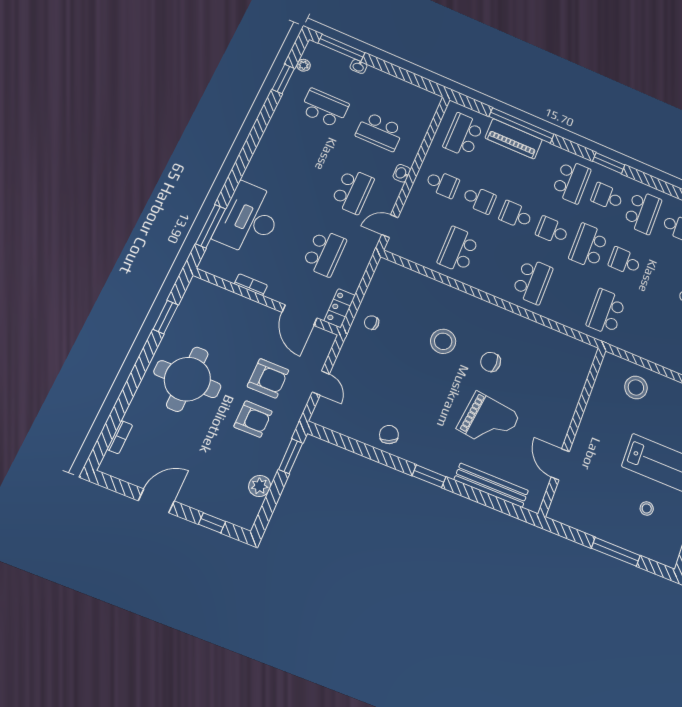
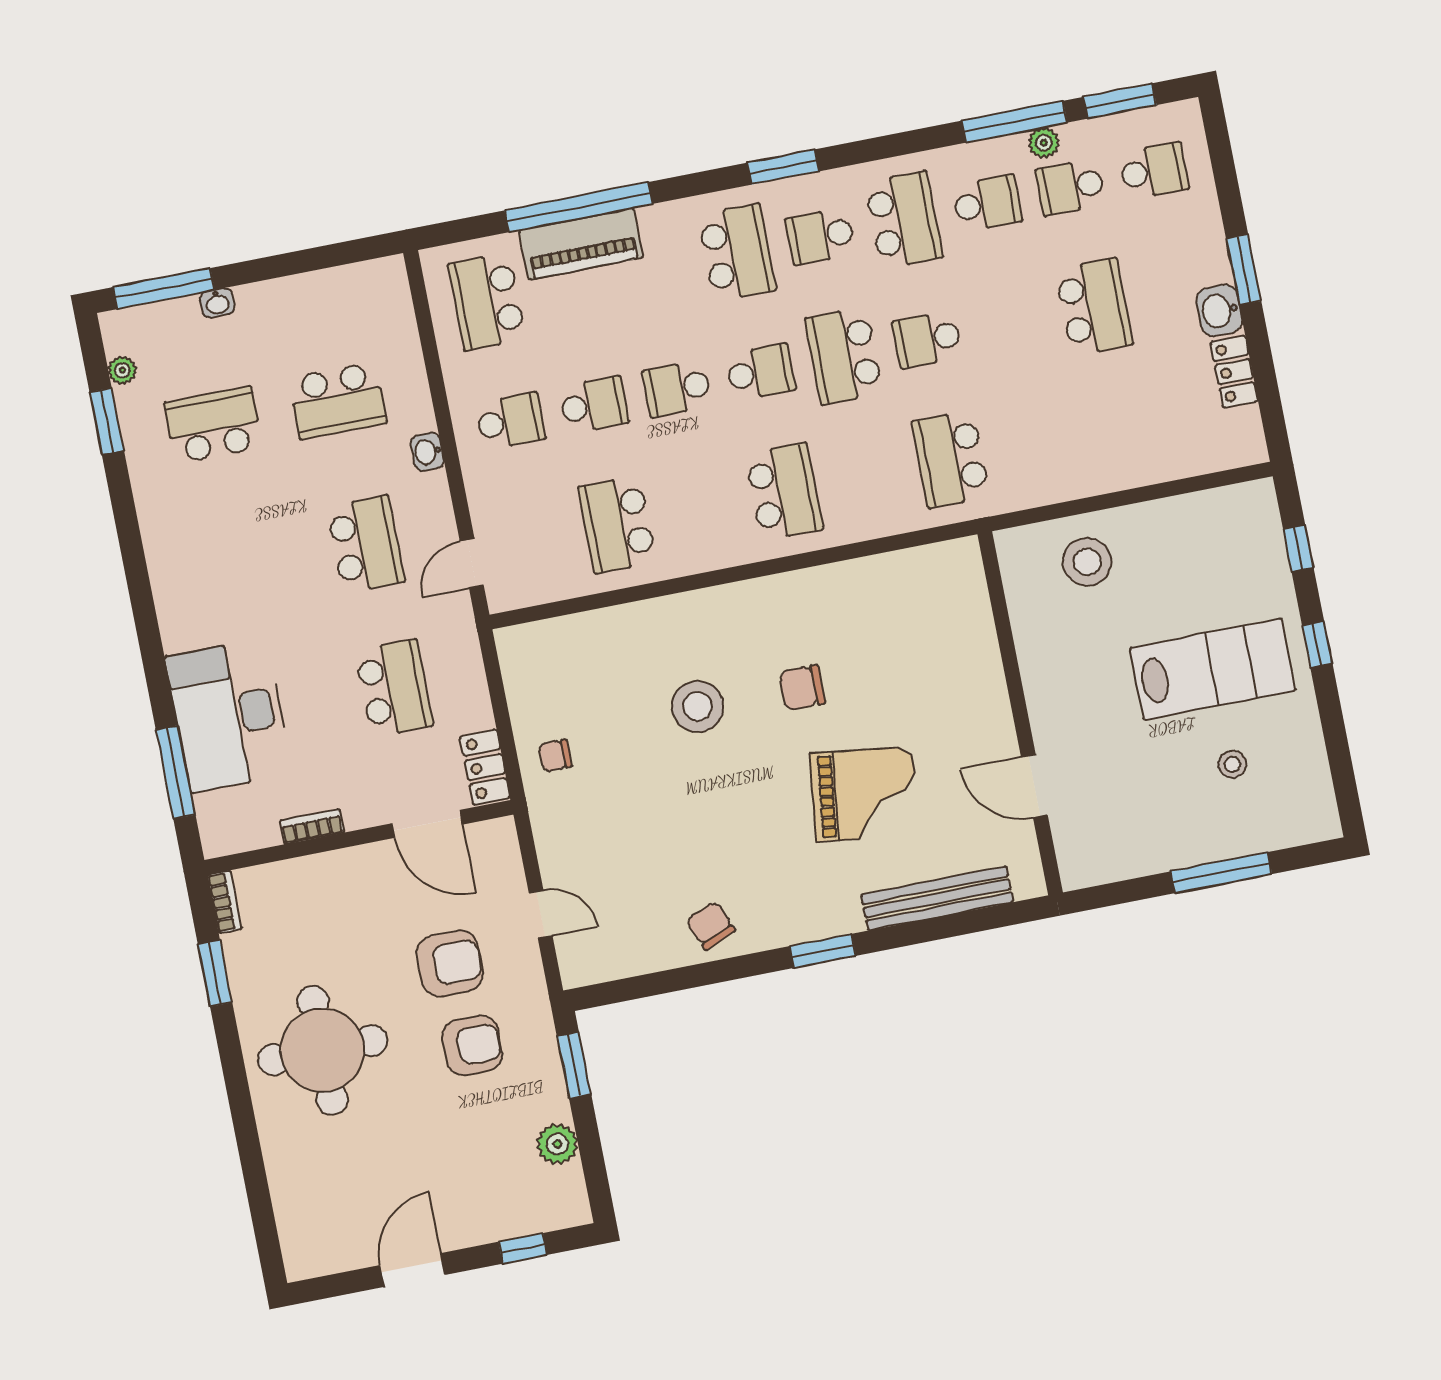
school desk: (552, 231) -> (761, 372), turned 180
bookcase: (120, 437) -> (225, 902), moved

